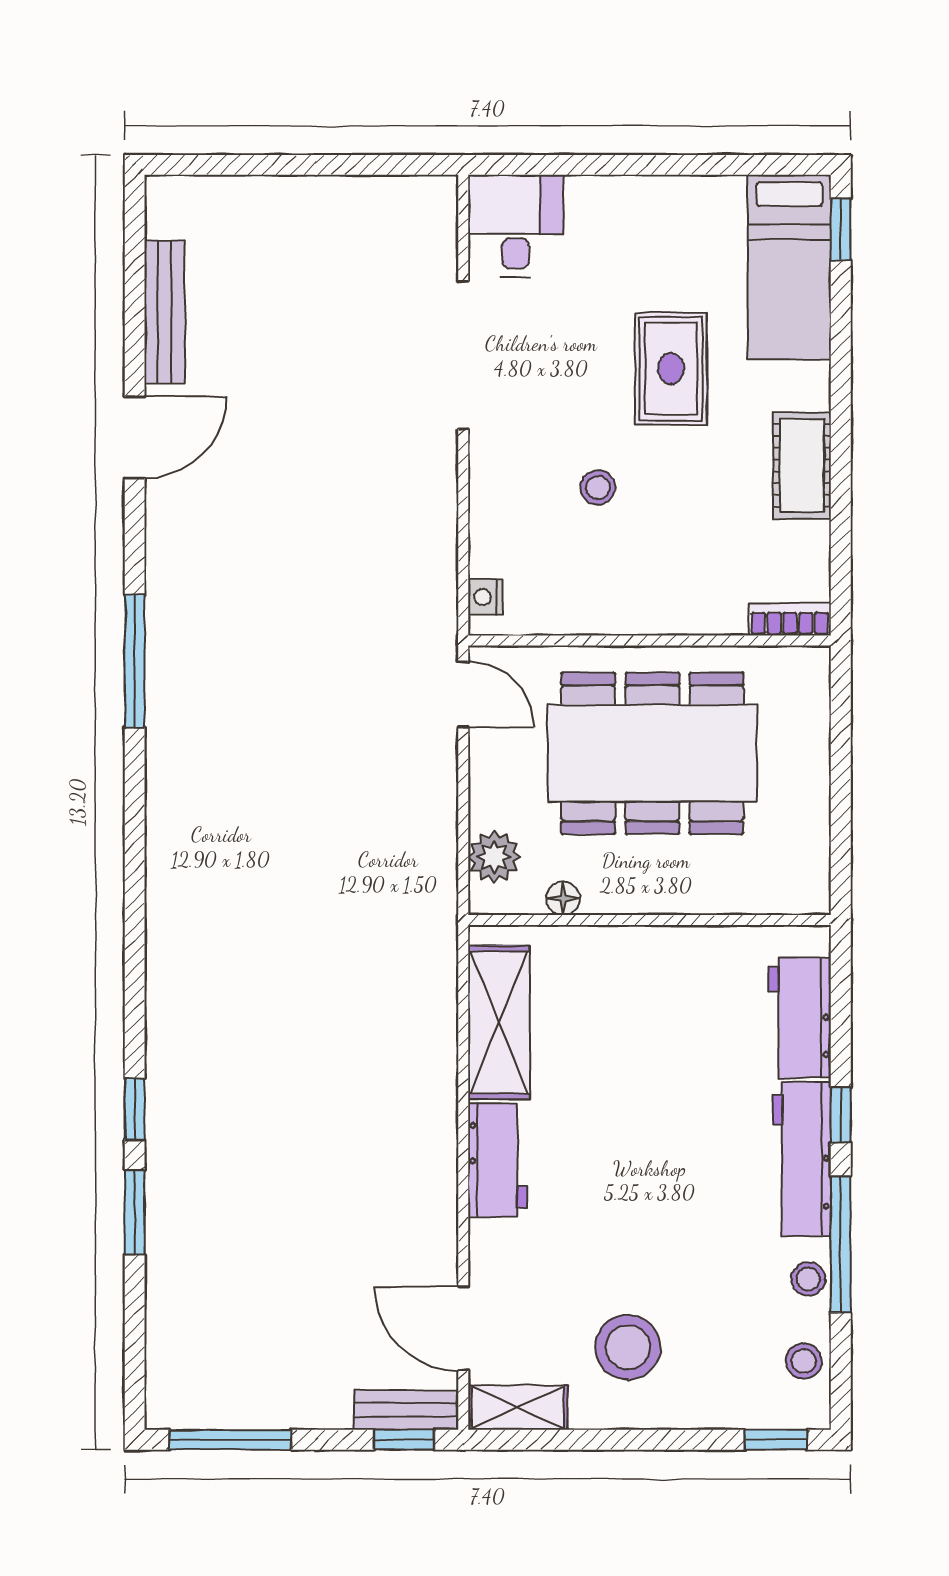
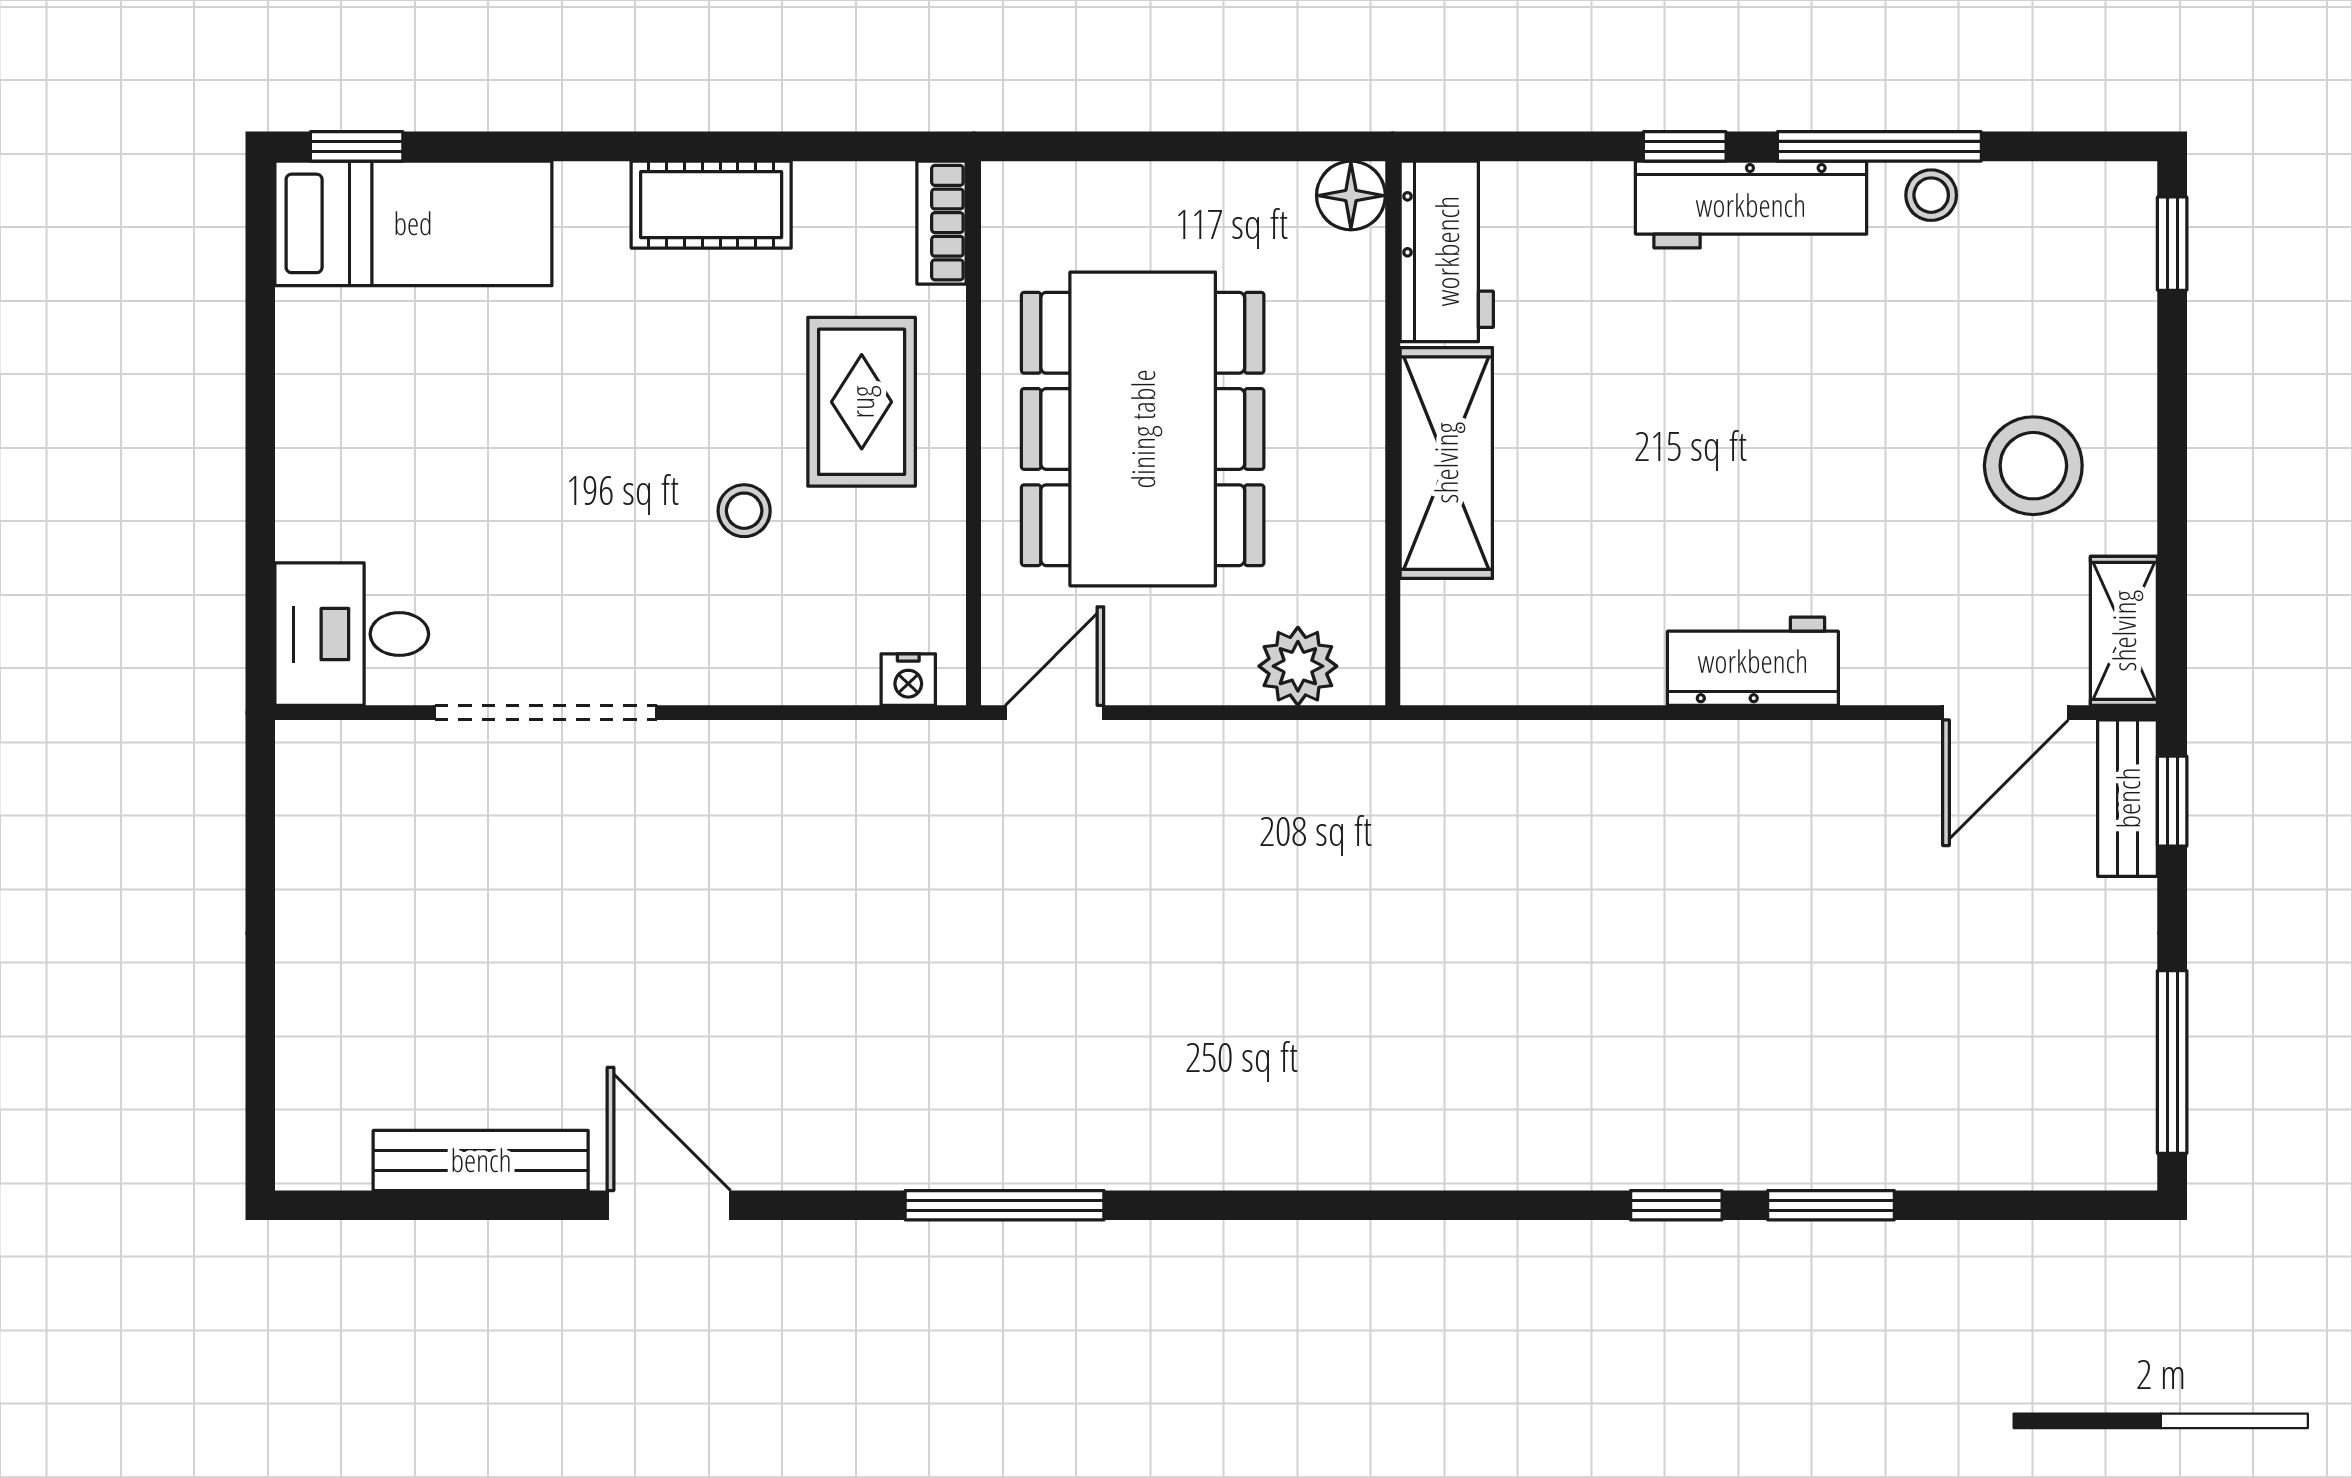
rug: (671, 369) -> (862, 402), moved, turned 90
floor lamp: (563, 898) -> (1351, 196), moved, width x1.37, depth x1.37
workbench: (800, 1018) -> (1447, 251), moved, turned -90
shelving: (499, 1022) -> (1446, 463), moved, turned 90
stool: (804, 1361) -> (2054, 202), removed

